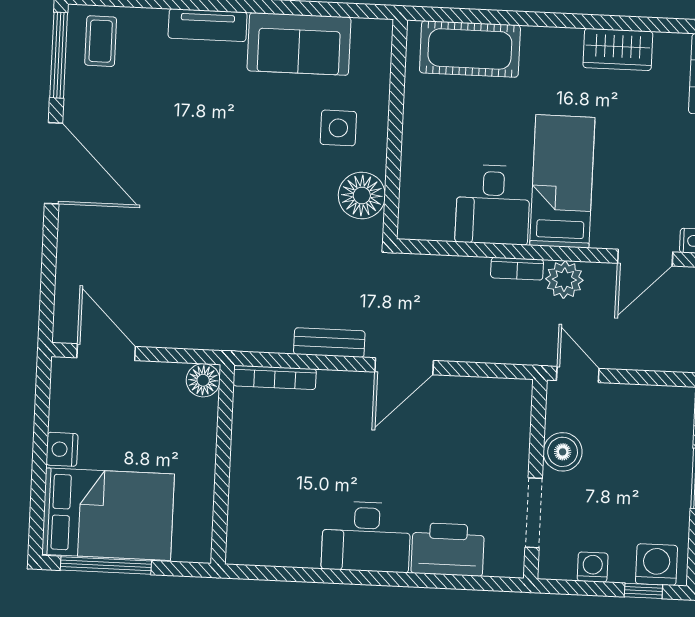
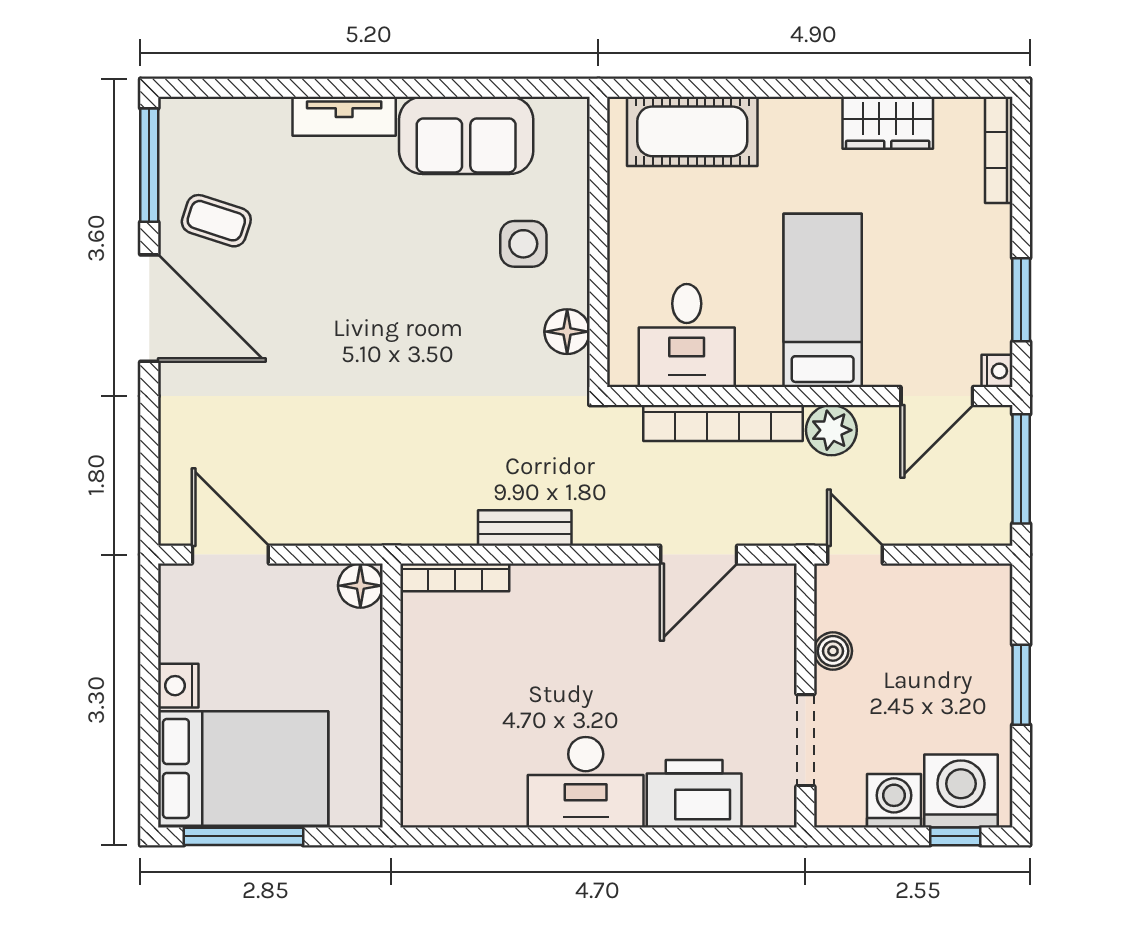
coffee table: (101, 41) -> (216, 221), moved, turned -72
floor lamp: (362, 195) -> (567, 332), width x0.73, depth x0.73
desk: (493, 205) -> (687, 336), moved
bookcase: (517, 269) -> (723, 423), width x2.31, depth x1.31
door: (404, 366) -> (699, 555), moved
boiler: (563, 452) -> (833, 651), width x0.73, depth x0.73
washing machine: (656, 565) -> (961, 791), width x1.37, depth x1.37
washing machine: (593, 567) -> (894, 801), width x1.38, depth x1.38

